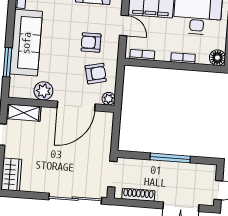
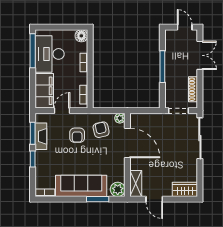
plant: (43, 91) -> (118, 189), moved

